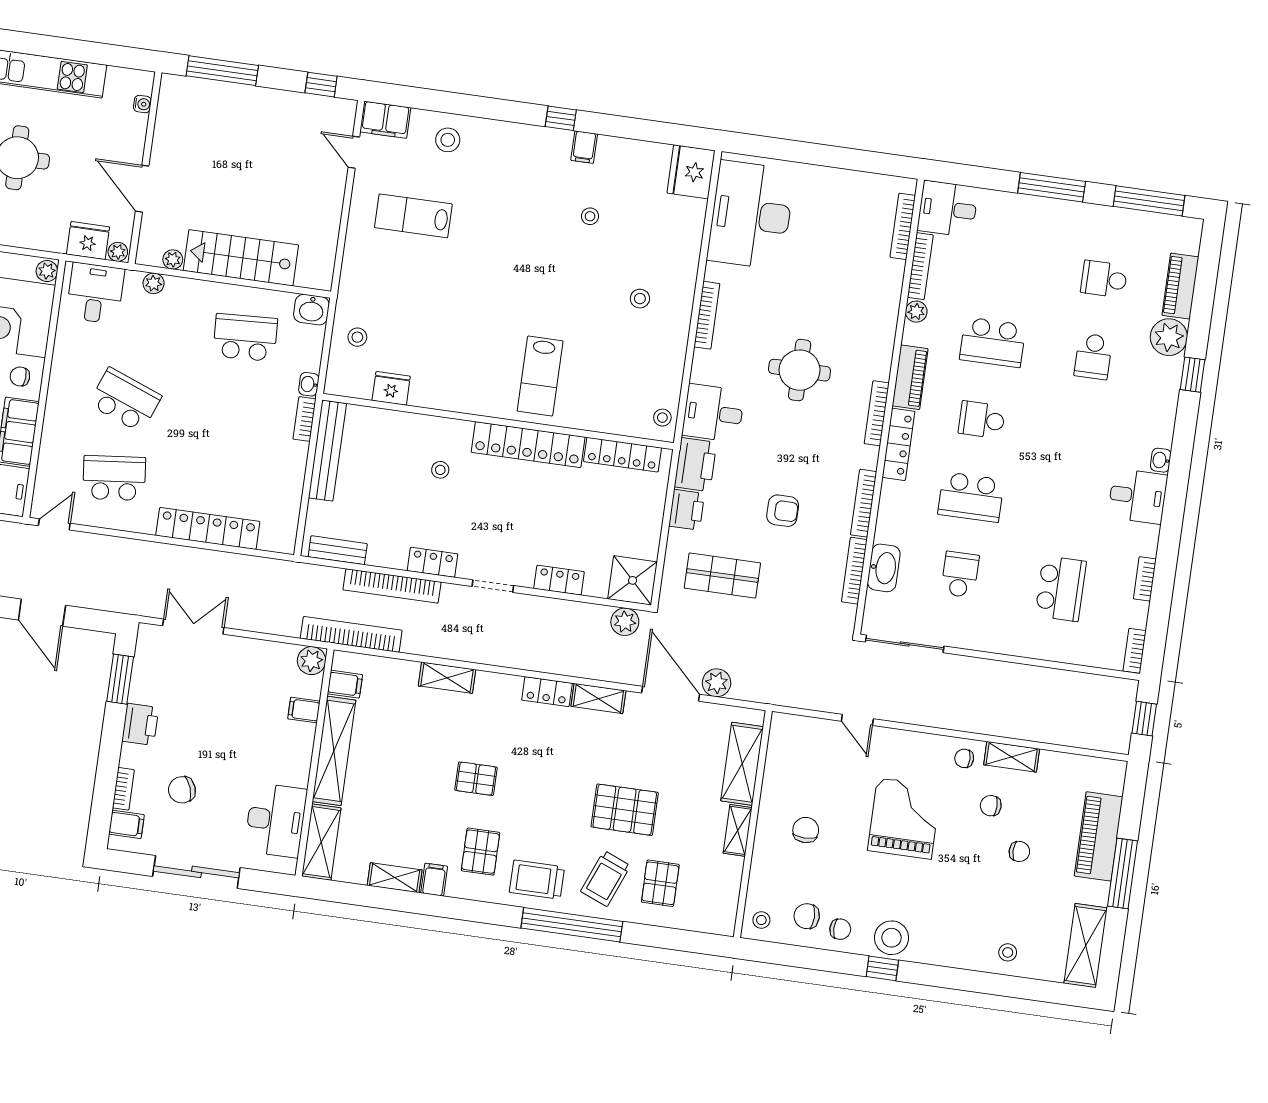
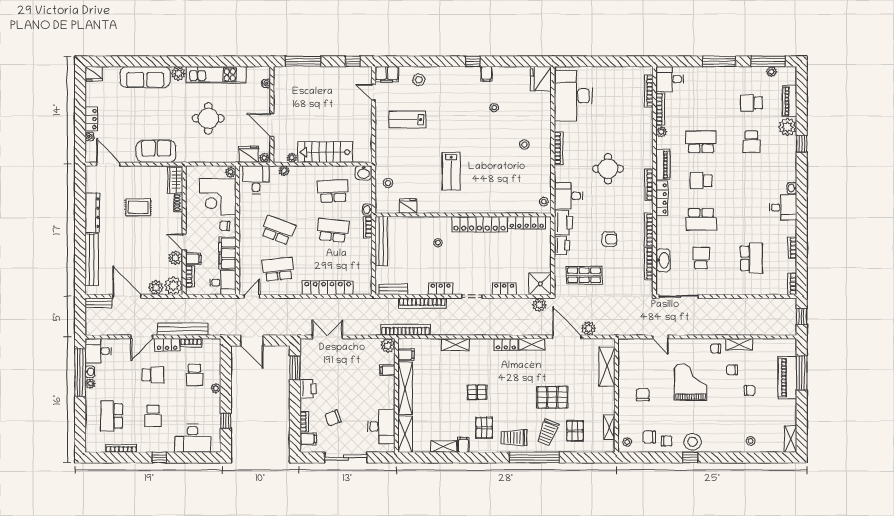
plant: (1153, 222) -> (771, 72), added
school desk: (993, 342) -> (701, 142), turned 180
lab bench: (540, 376) -> (451, 171), moved
school desk: (234, 415) -> (333, 230), added
shelving: (738, 830) -> (609, 427), moved
window: (1122, 873) -> (802, 373), moved
shelving: (1086, 946) -> (791, 439), width x0.67, depth x0.75

